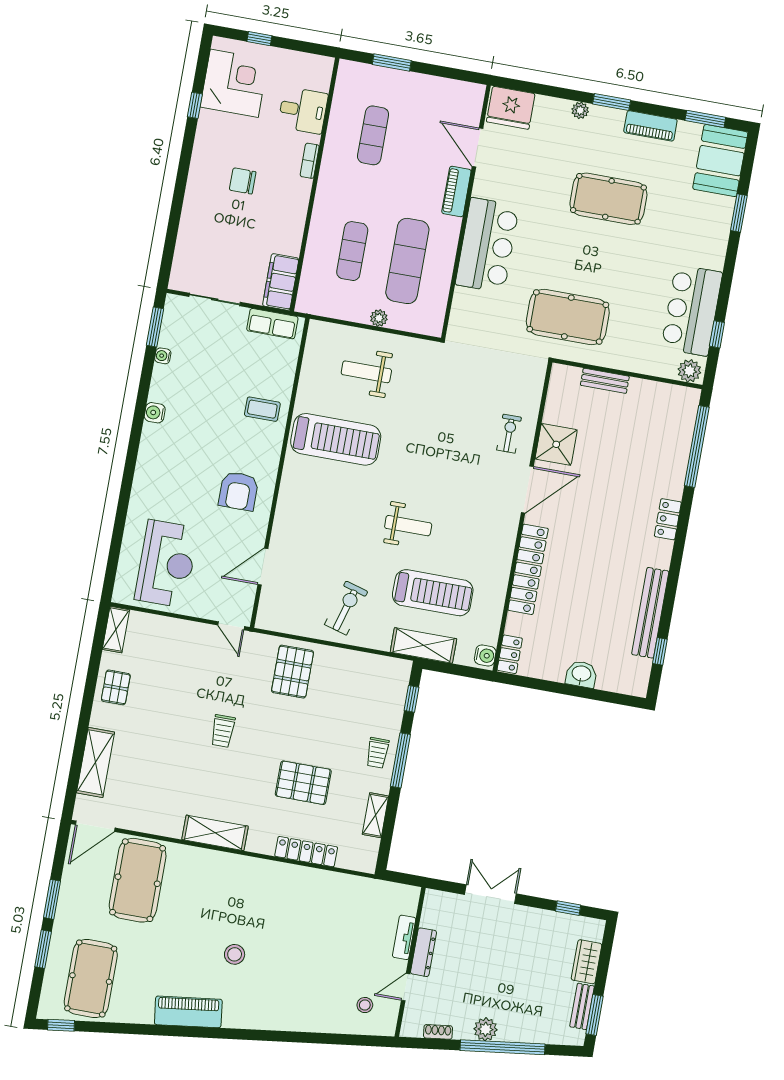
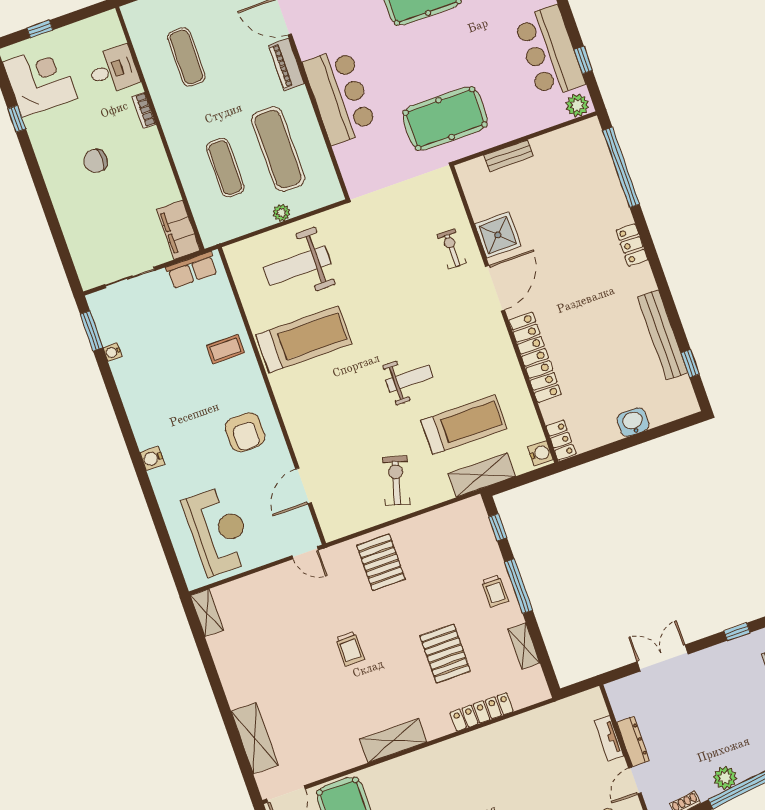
weight bench: (366, 372) -> (297, 266), width x1.36, depth x1.33
water cooler: (155, 413) -> (152, 458), moved
pallet: (116, 687) -> (235, 663), removed
pallet: (303, 783) -> (445, 654), turned 90

